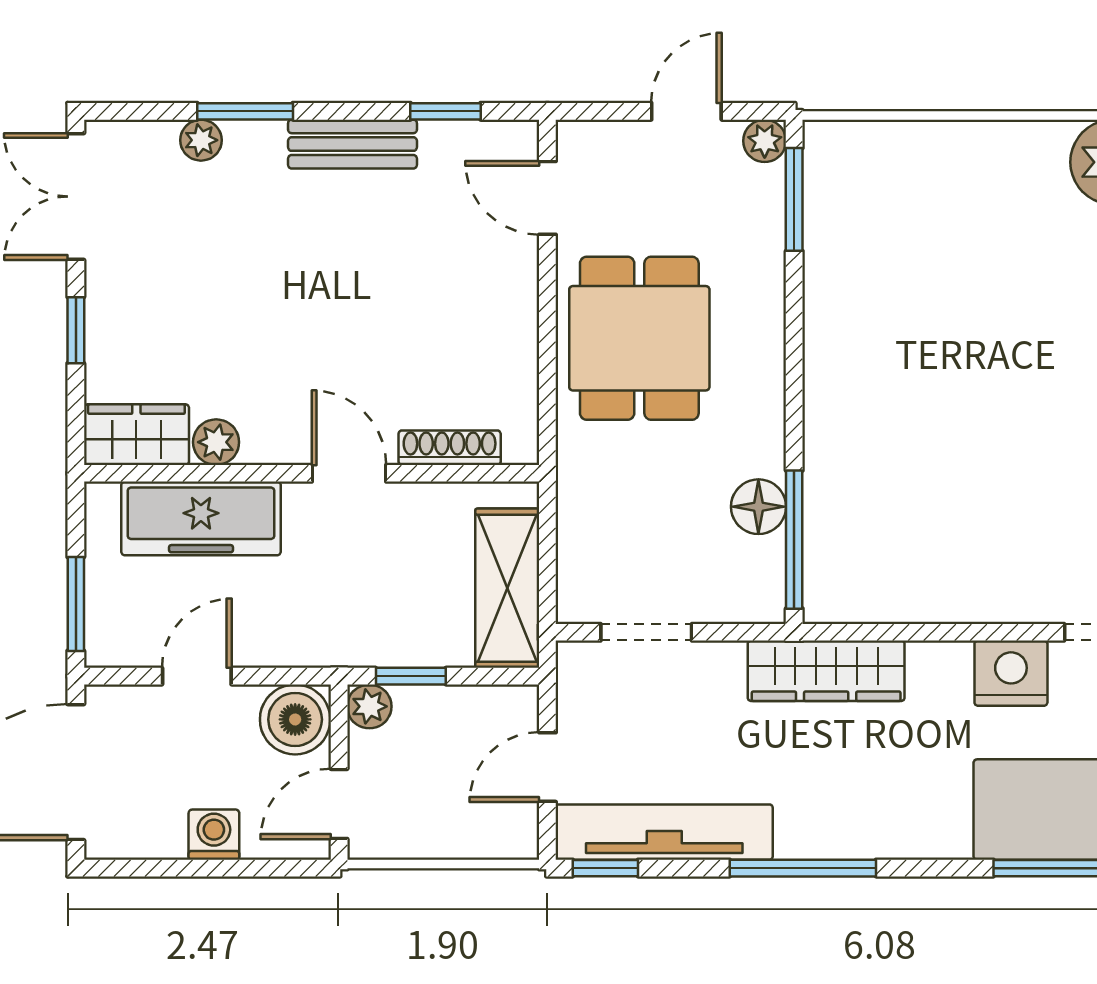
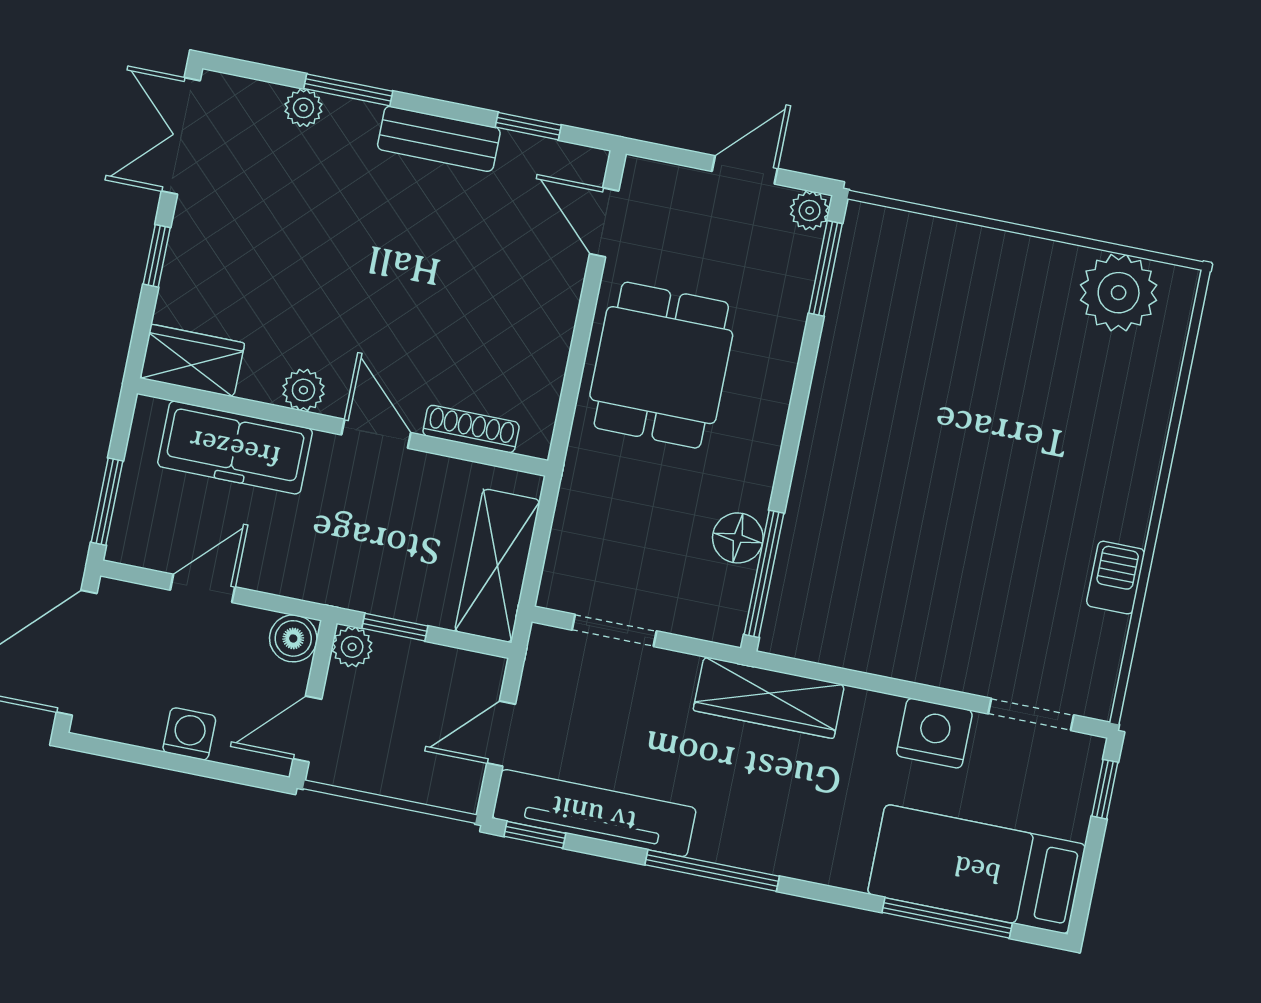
plant: (216, 442) -> (303, 390), moved
boiler: (295, 719) -> (293, 638), width x0.73, depth x0.73

